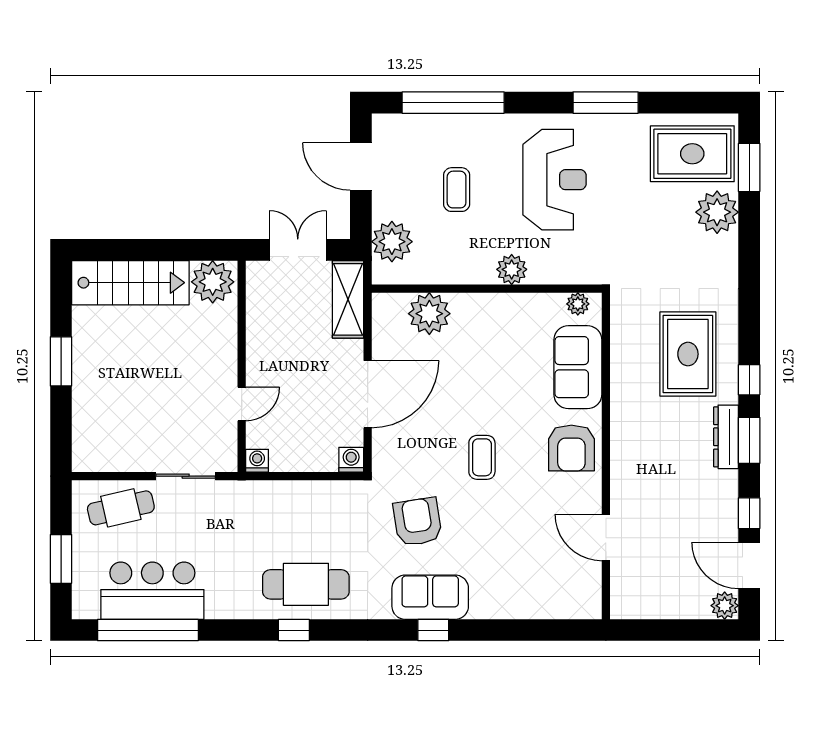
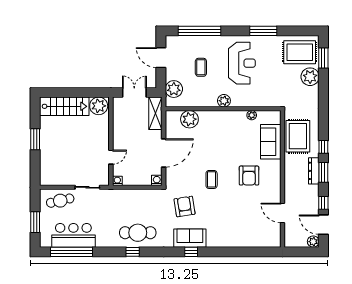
sofa: (578, 367) -> (271, 142), moved
wall: (606, 456) -> (283, 179), moved
door: (606, 537) -> (283, 213), moved

